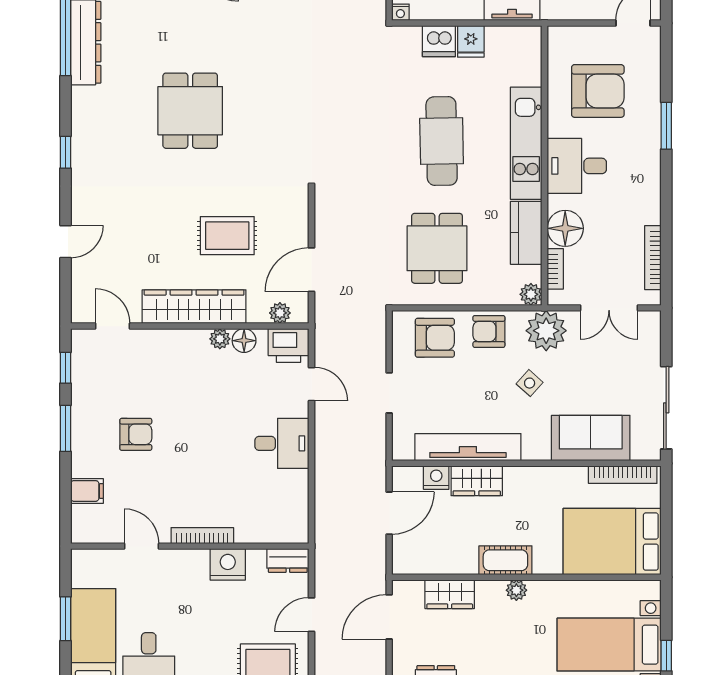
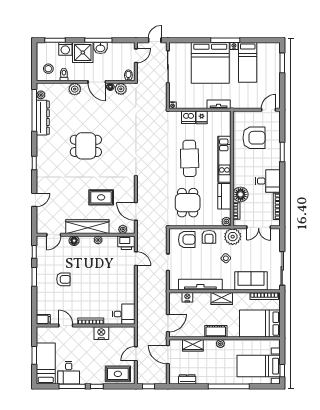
dining table: (190, 111) -> (86, 146), turned 90
desk: (577, 166) -> (268, 181), moved, turned 180
door: (311, 270) -> (136, 211), hinge flipped
door: (112, 326) -> (54, 235), swing flipped
armchair: (489, 331) -> (209, 237), turned -90
floor lamp: (244, 341) -> (74, 241), moved
desk: (282, 443) -> (124, 314), moved
wardrobe: (477, 481) -> (222, 299), moved
filing cabinet: (87, 491) -> (43, 319), moved
door: (389, 513) -> (168, 323), moved
dresser: (288, 561) -> (126, 331), removed
door: (389, 617) -> (168, 355), hinge flipped

